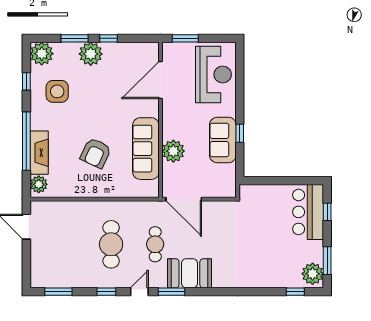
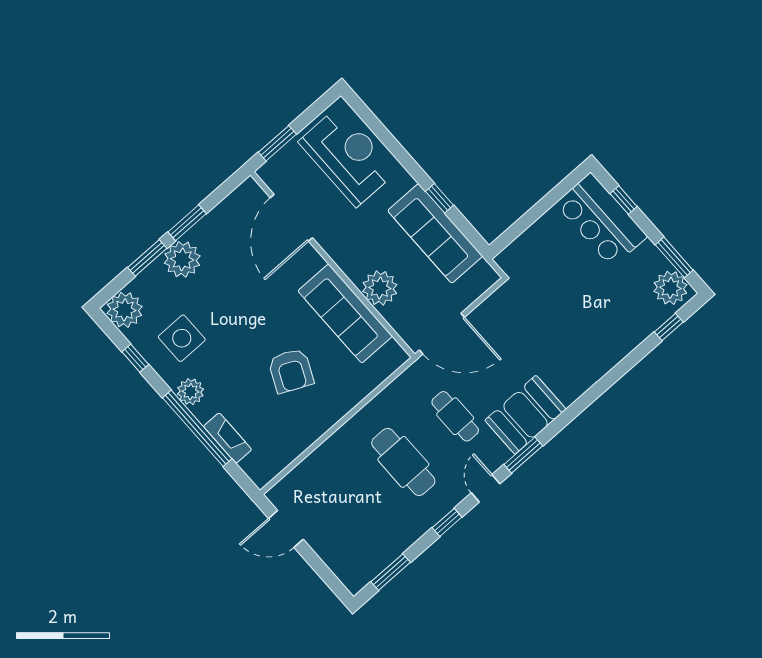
window: (108, 38) -> (187, 223), width x1.50
sofa: (223, 140) -> (435, 233), width x1.36
fireplace: (39, 153) -> (228, 438), width x0.73, depth x0.76
plant: (39, 184) -> (190, 392), moved

